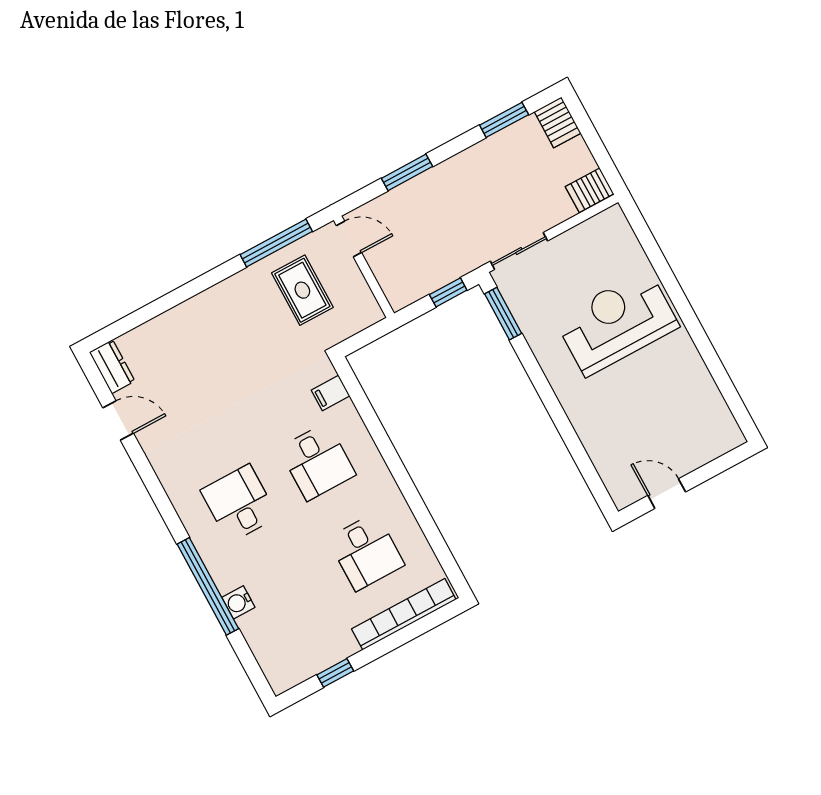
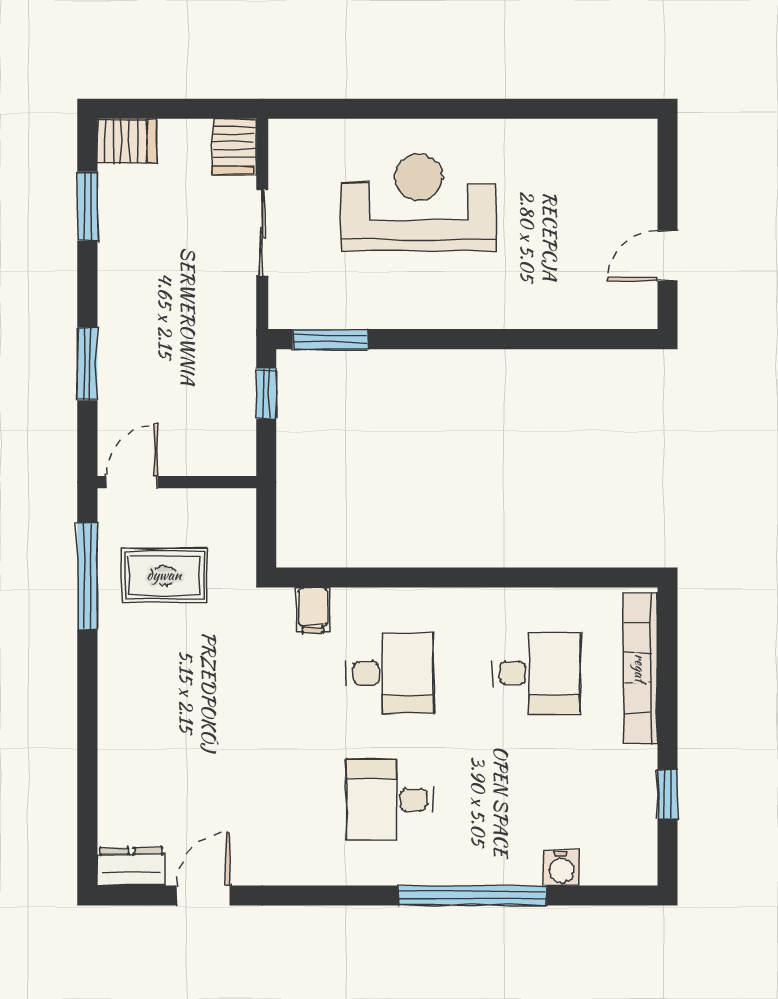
sliding door: (519, 251) -> (262, 233), moved
reception desk: (617, 323) -> (419, 202), turned 90
water cooler: (238, 602) -> (561, 868), moved

